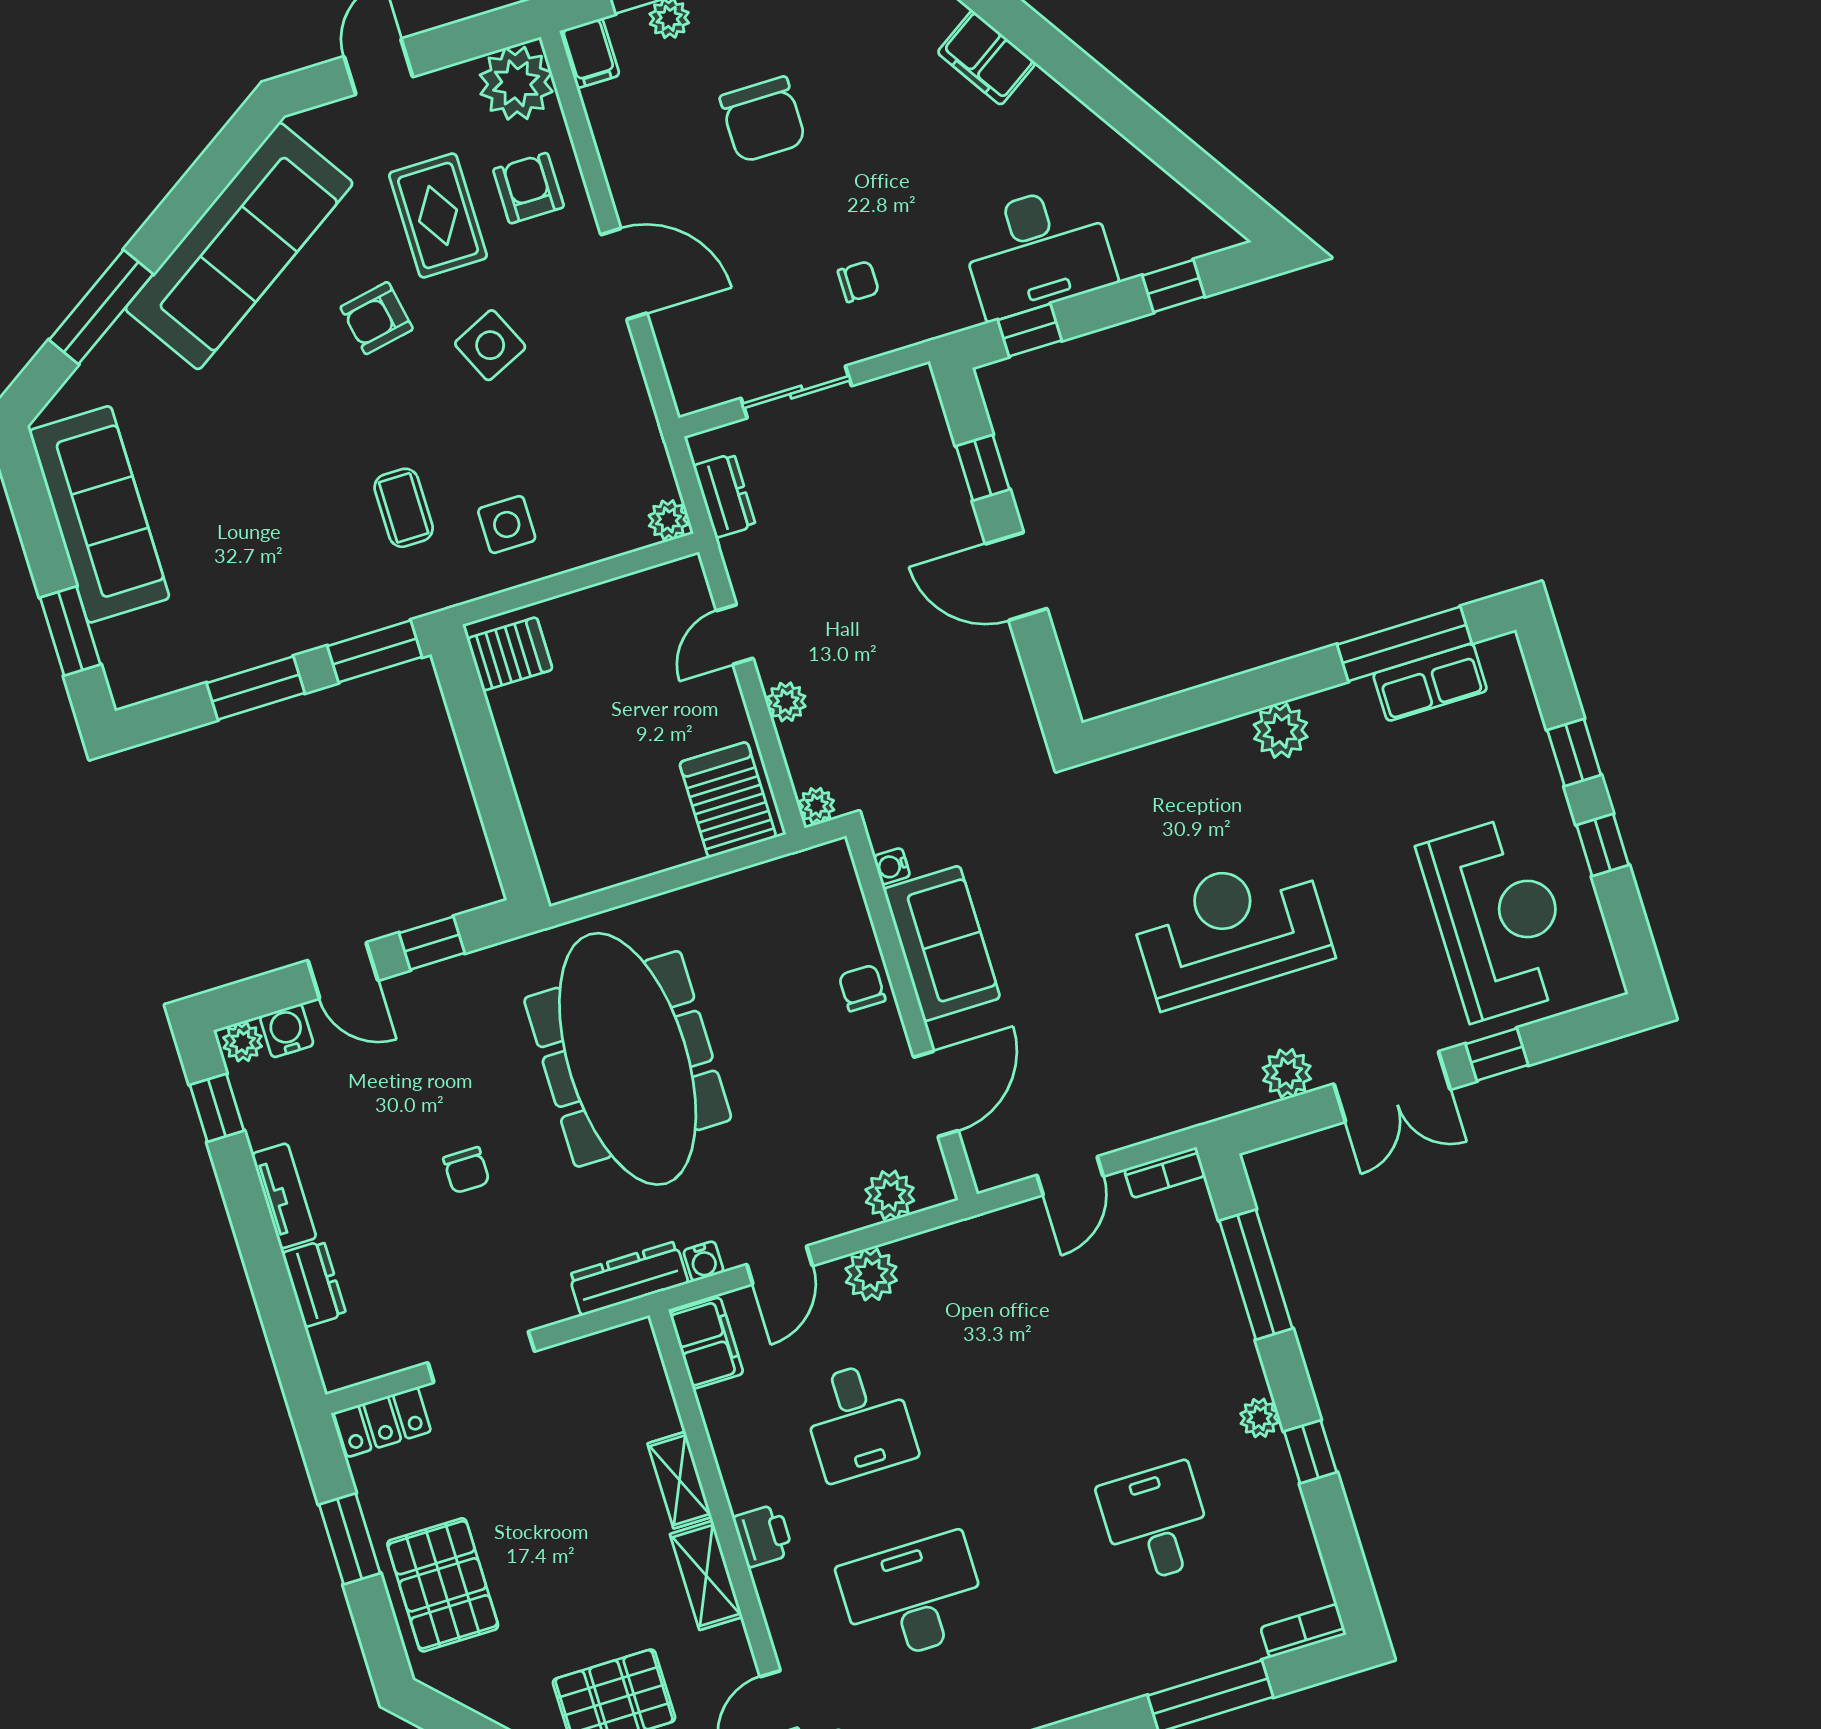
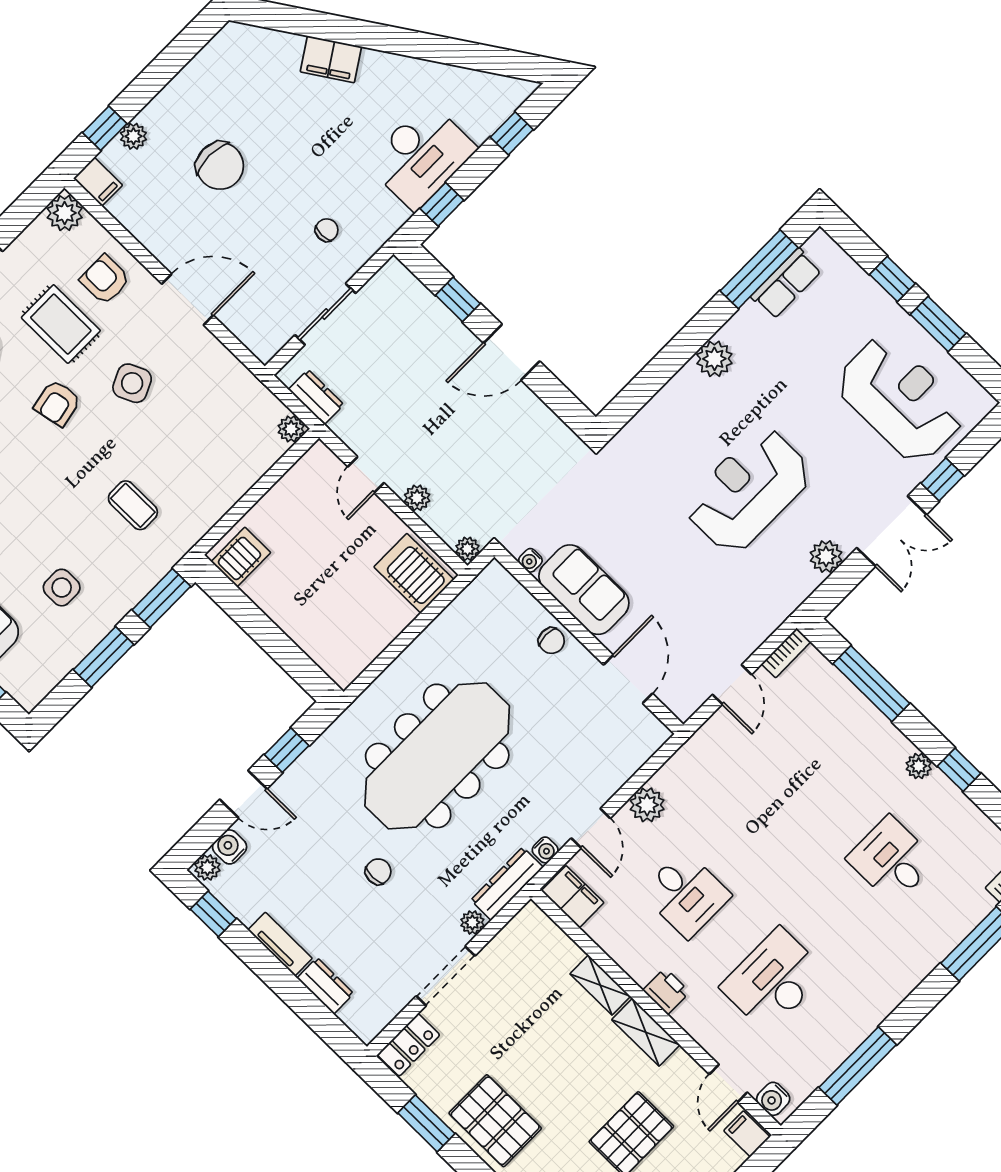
plant: (516, 83) -> (65, 213), width x0.73, depth x0.73
side table: (507, 525) -> (62, 588), moved
window: (1603, 845) -> (938, 324), width x1.50
chair: (862, 988) -> (551, 641), turned 180
meeting table: (628, 1059) -> (437, 756), turned 90
chair: (466, 1170) -> (378, 872), turned -90
plant: (890, 1195) -> (472, 922), moved, width x0.73, depth x0.73

